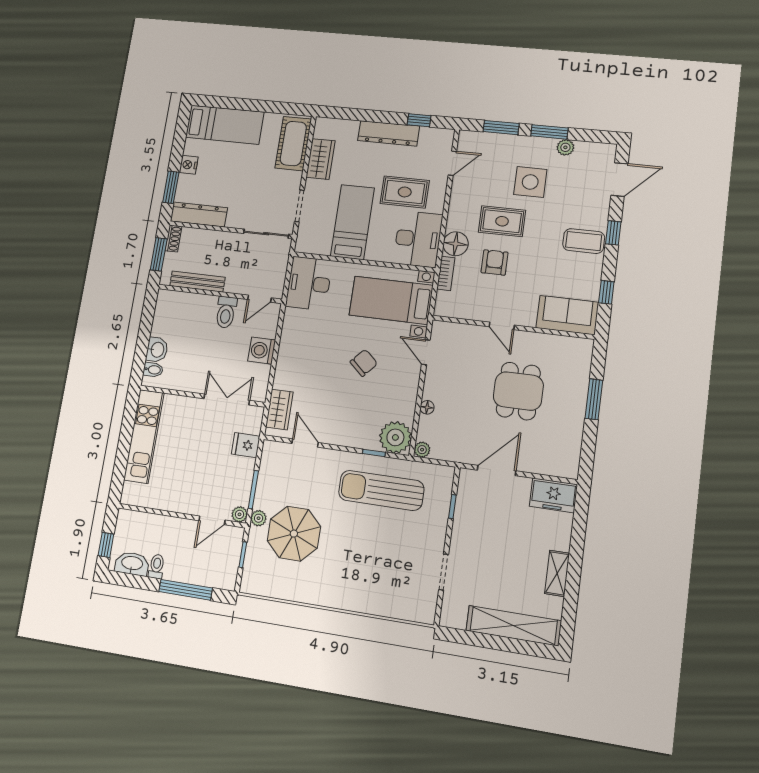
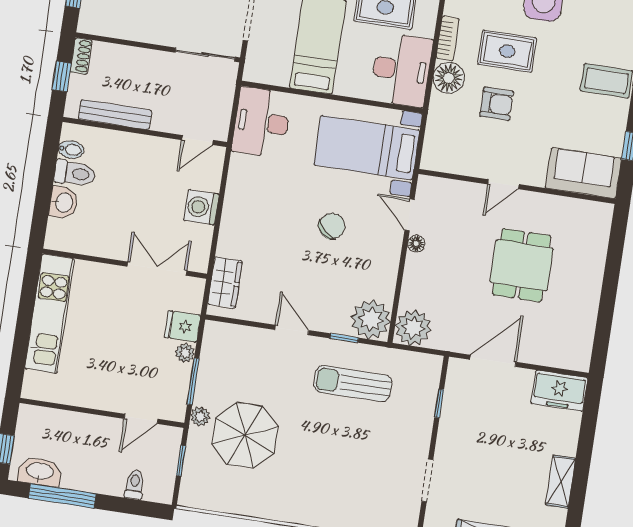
dresser: (199, 214) -> (115, 25), removed
window: (159, 254) -> (62, 77), width x0.67
armchair: (495, 262) -> (497, 104), turned 90
bookcase: (446, 273) -> (448, 38), moved
toilet: (226, 312) -> (75, 173), moved, turned -90
door: (502, 326) -> (503, 184), hinge flipped
bidet: (153, 370) -> (71, 150), moved
window: (594, 399) -> (611, 277), removed
floor lamp: (427, 407) -> (416, 244), moved
door: (305, 443) -> (292, 330), moved
plant: (422, 450) -> (413, 328), width x1.88, depth x1.88
sun lounger: (381, 490) -> (353, 384), width x0.73, depth x0.75
plant: (239, 514) -> (185, 353), moved
toilet: (157, 566) -> (135, 485), moved
window: (186, 590) -> (62, 496), moved

